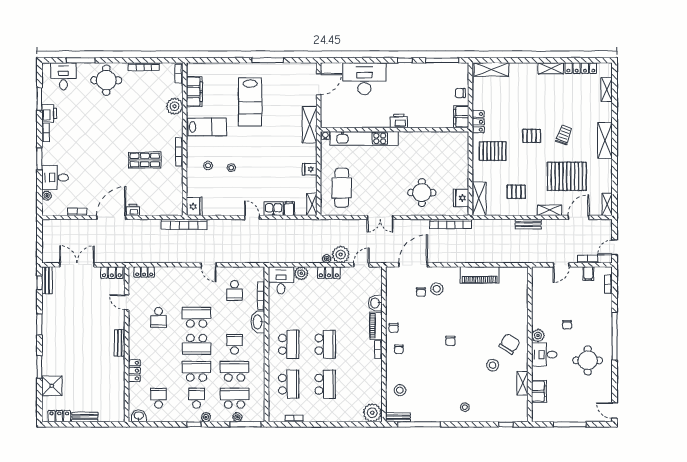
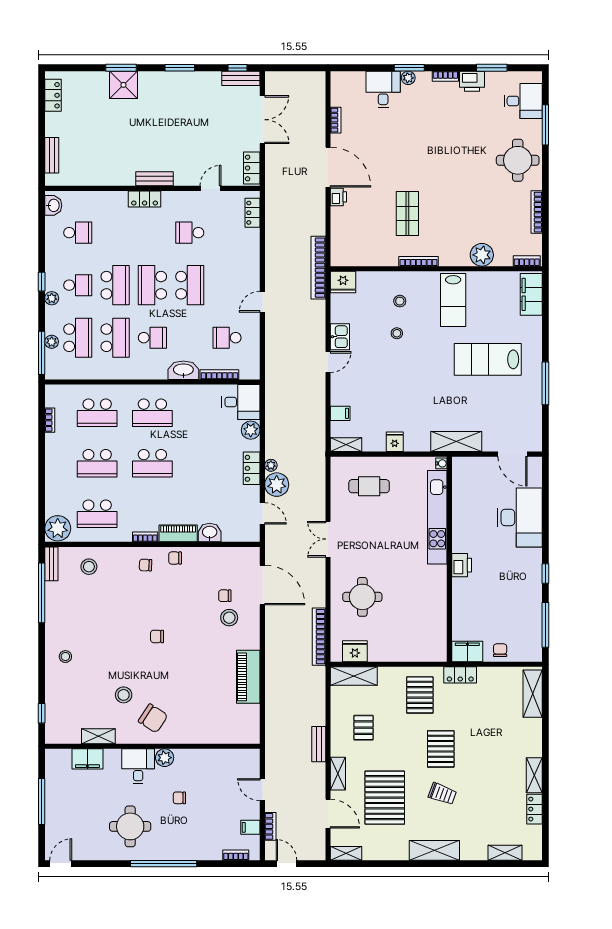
locker: (581, 68) -> (535, 809), width x0.66
filing cabinet: (194, 92) -> (531, 294), moved, turned 90
pallet: (532, 136) -> (441, 749), width x1.50, depth x1.42
cafe table: (342, 188) -> (369, 486), width x0.73, depth x0.74
plant: (47, 196) -> (408, 78), moved
kitchen sink: (273, 209) -> (340, 337), moved
locker: (134, 371) -> (145, 199), moved
school desk: (362, 384) -> (97, 514), added
shower: (52, 386) -> (123, 85), moved
bench: (85, 417) -> (52, 155), moved

